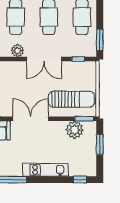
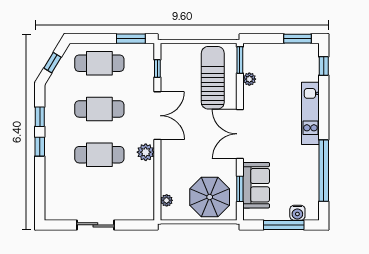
plant: (75, 130) -> (249, 79), width x0.53, depth x0.53
window: (100, 144) -> (298, 39), moved

